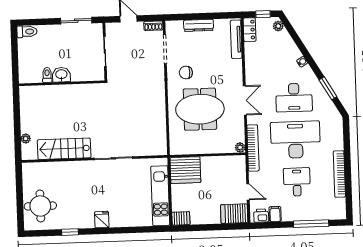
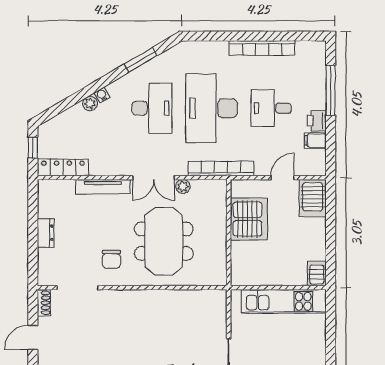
dresser: (199, 25) -> (46, 233), width x0.70
plant: (278, 26) -> (90, 103), moved
locker: (250, 30) -> (63, 167), width x1.53
tv unit: (236, 39) -> (103, 187), moved
double door: (245, 100) -> (154, 178), swing flipped
plant: (240, 147) -> (183, 187), moved
server rack: (185, 170) -> (249, 219), moved
printer: (261, 216) -> (317, 121), moved

